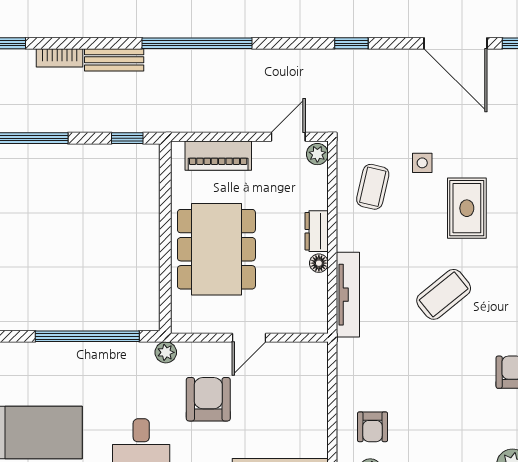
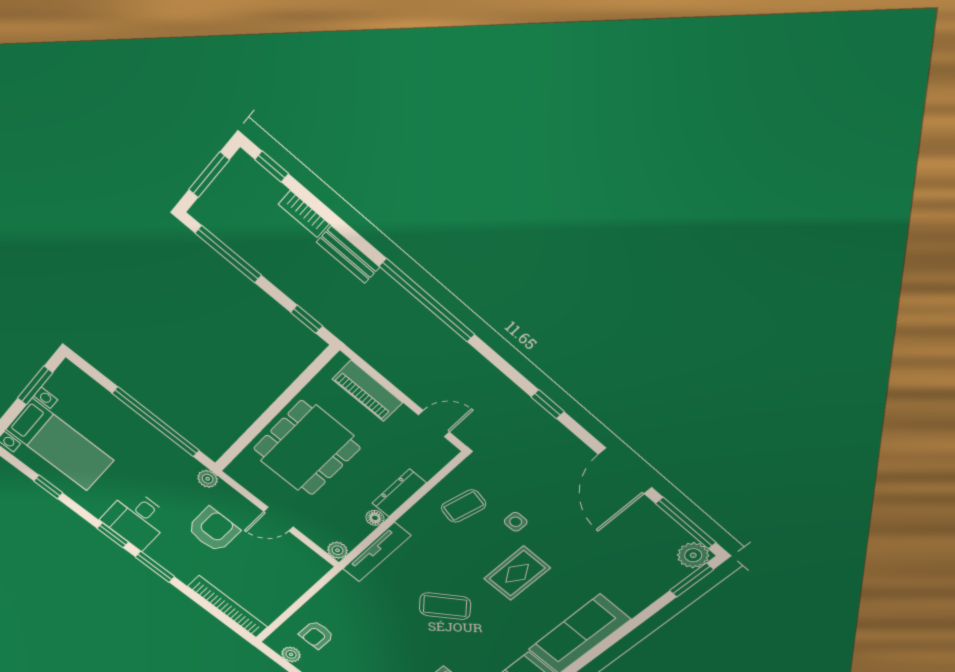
plant: (317, 154) -> (338, 550), moved
dresser: (317, 231) -> (399, 493), width x1.44

